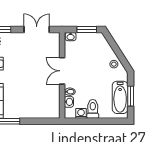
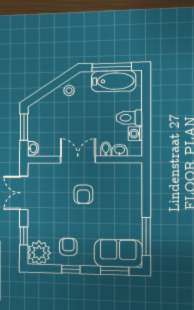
double door: (62, 71) -> (78, 159), swing flipped
armchair: (36, 75) -> (83, 194), added
window: (131, 96) -> (112, 67), width x1.44

